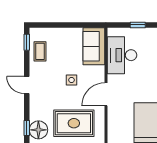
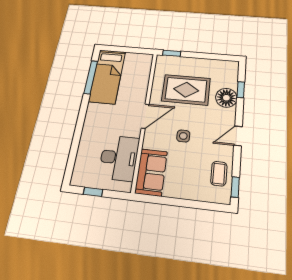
door: (27, 85) -> (238, 136), swing flipped
floor lamp: (38, 130) -> (226, 98), moved

